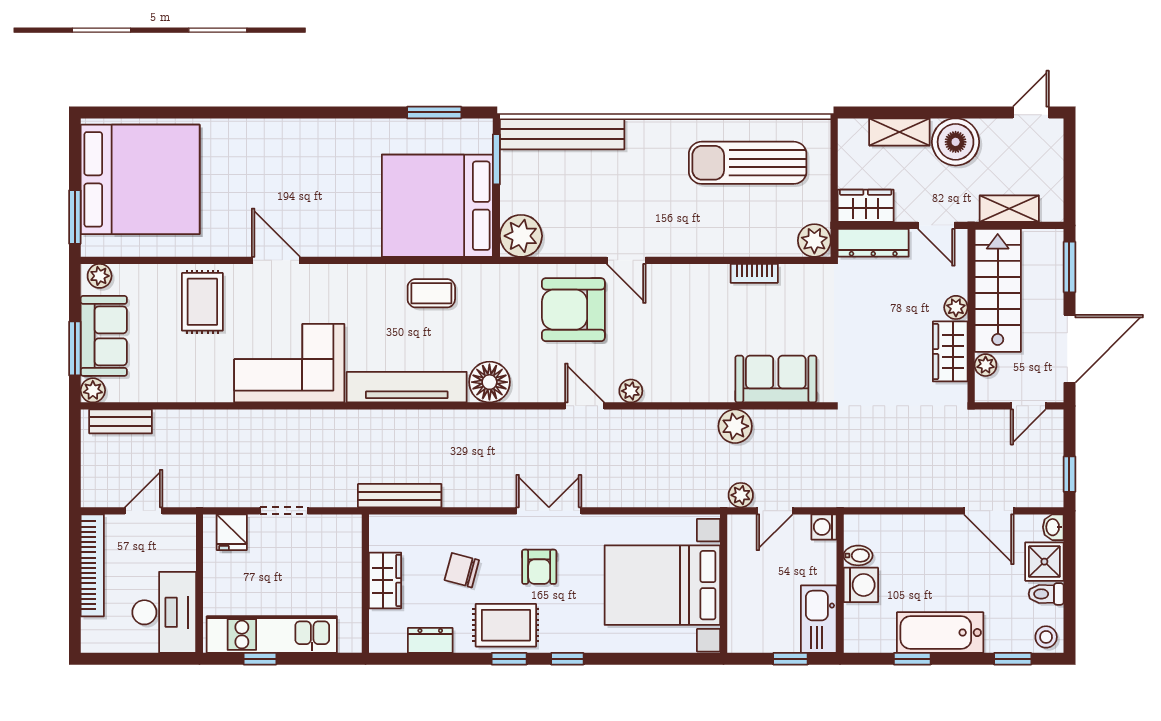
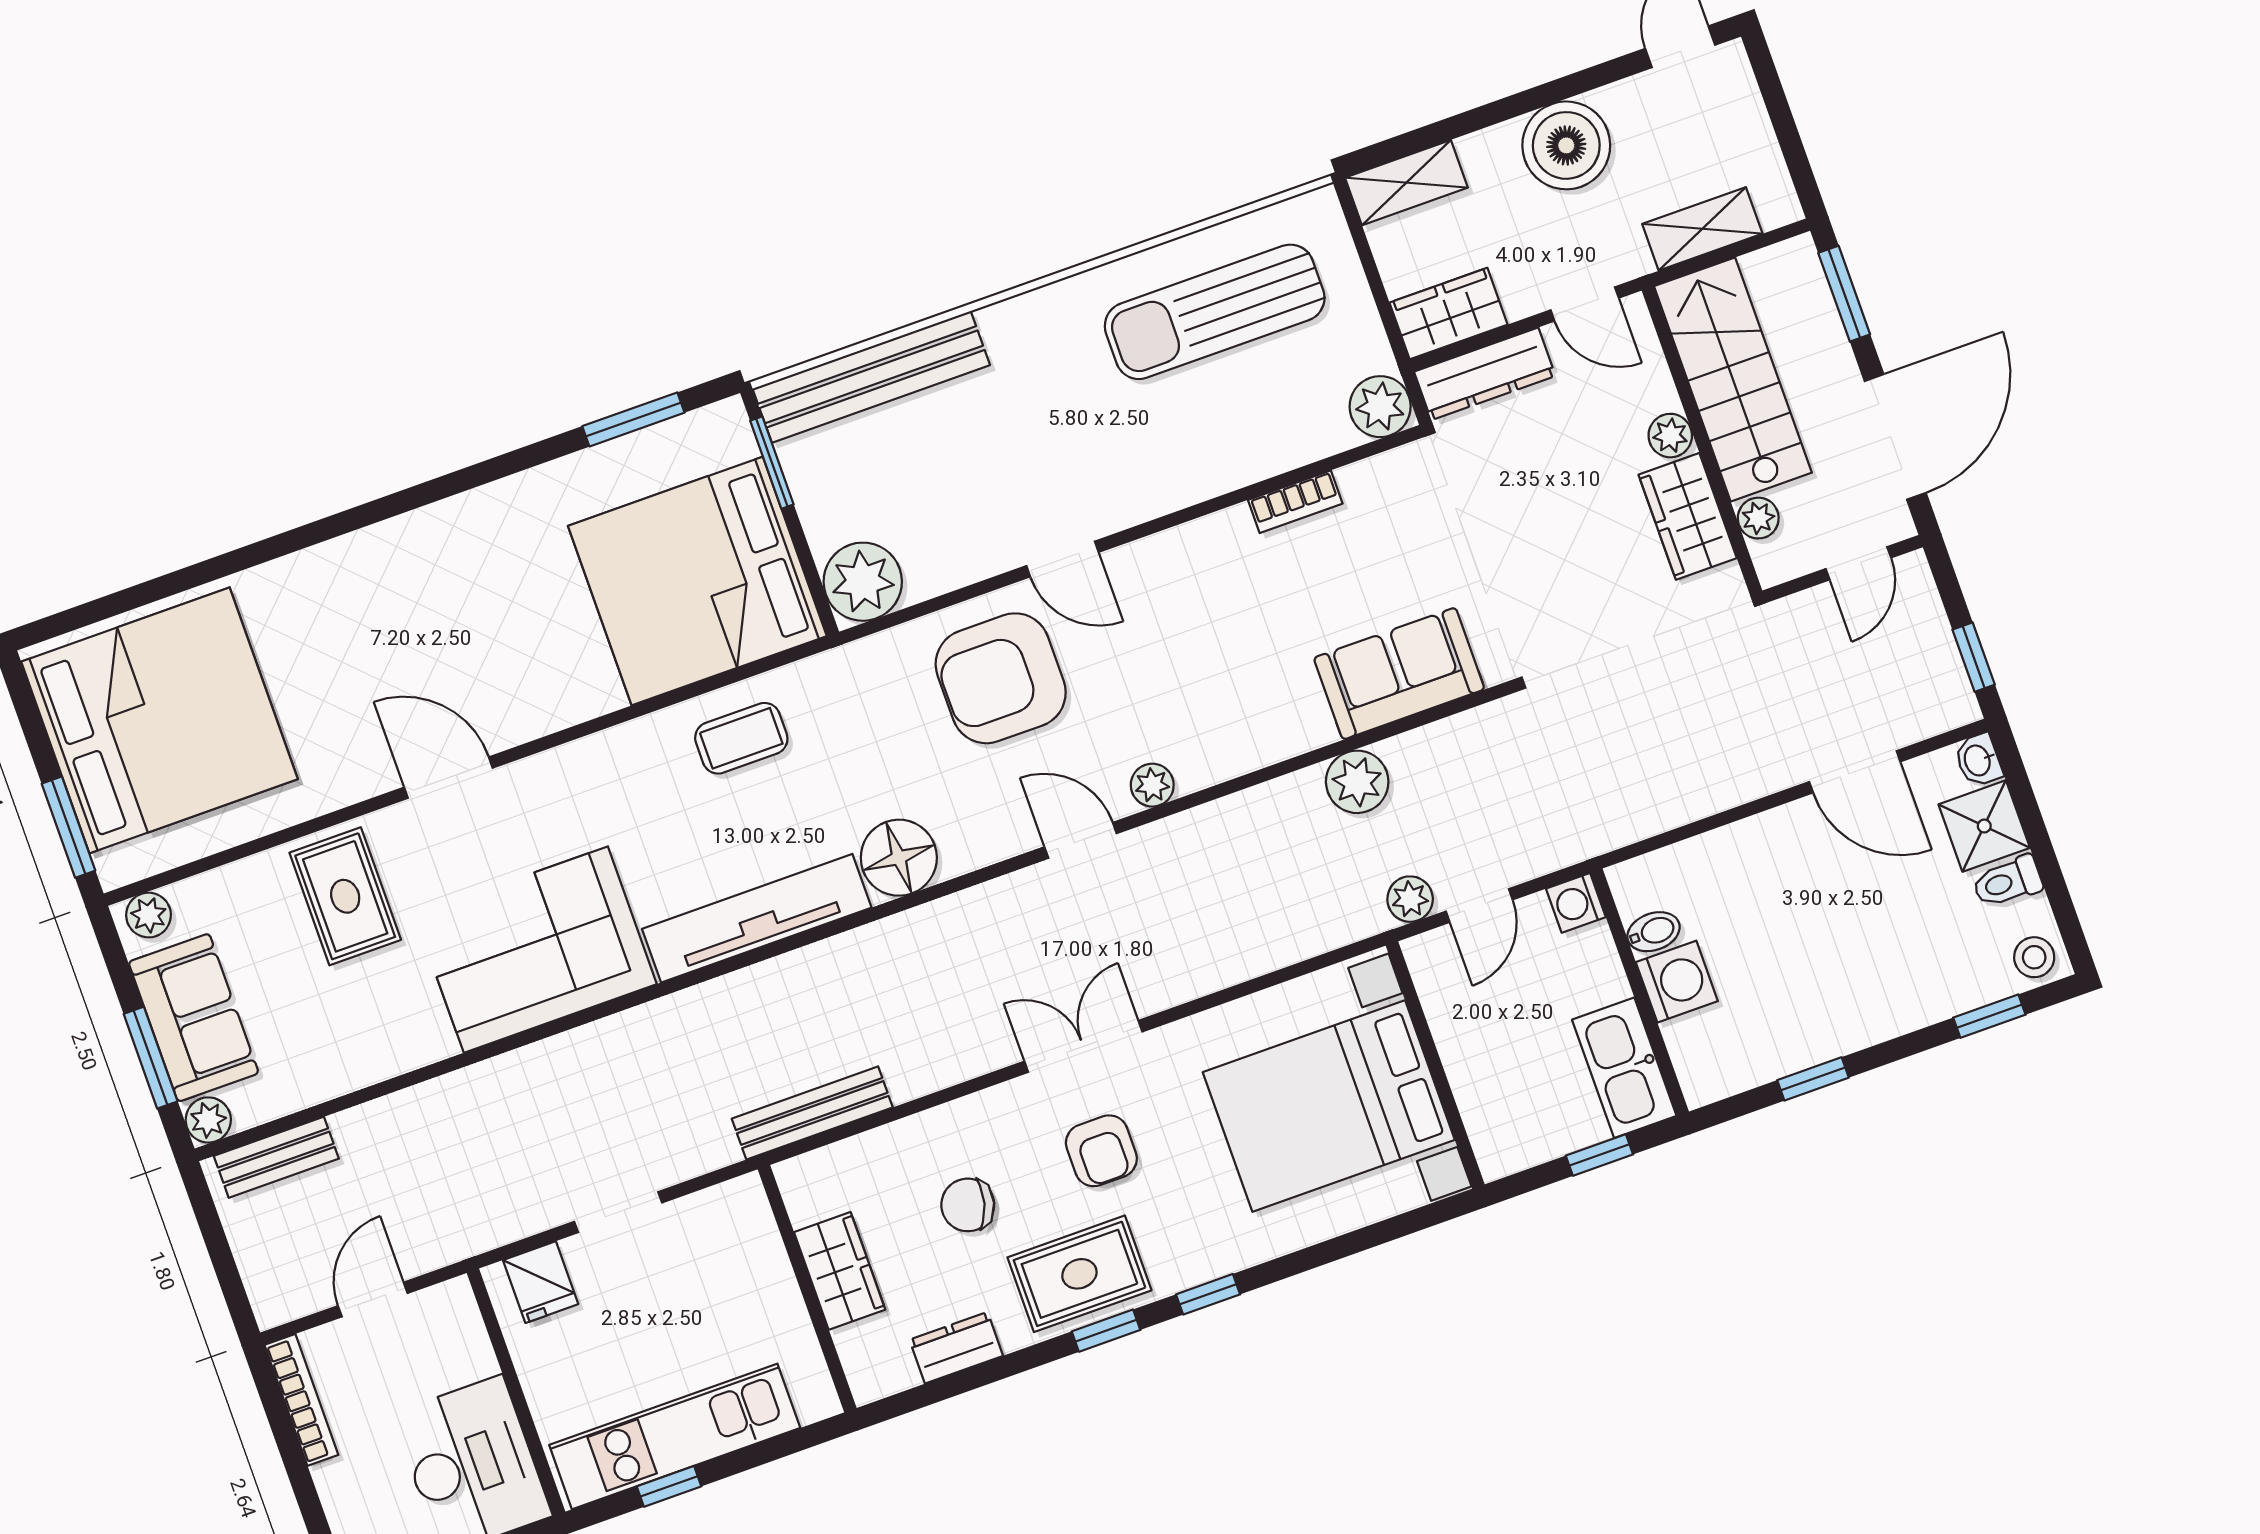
shelving: (899, 132) -> (1406, 183), moved
bookcase: (92, 565) -> (301, 1400), width x0.68, depth x0.76
bathtub: (940, 633) -> (1846, 1016), removed

